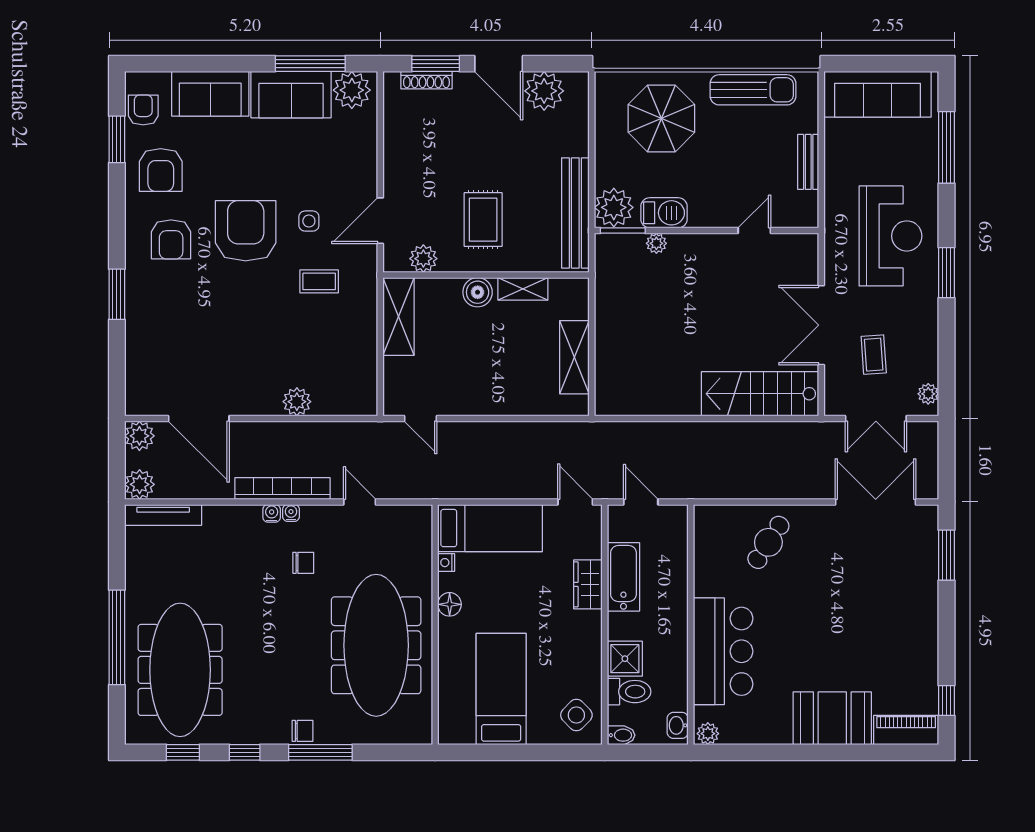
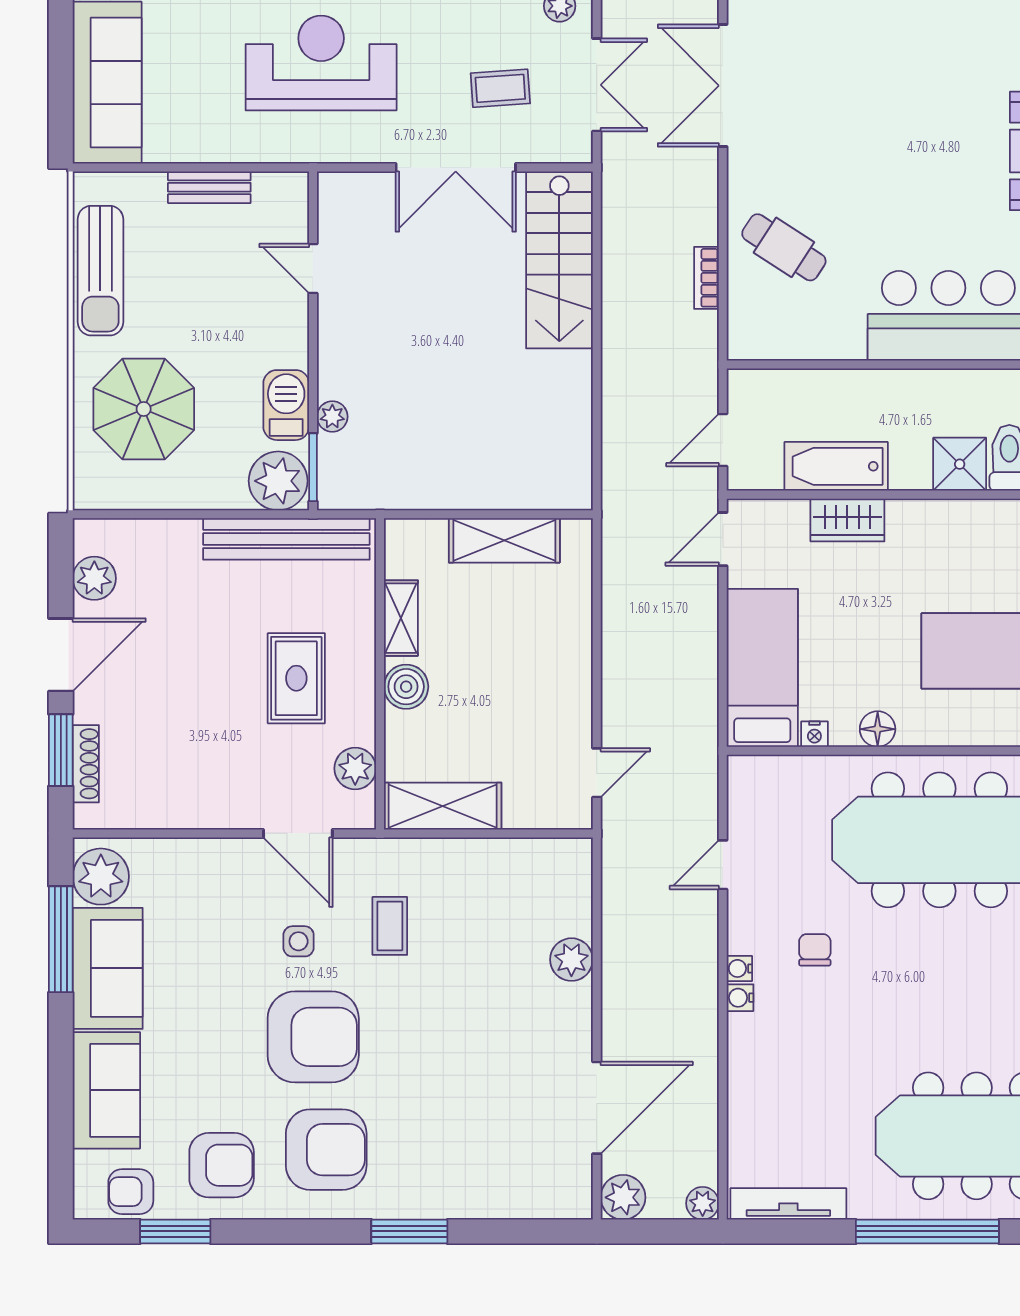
sun lounger: (753, 90) -> (100, 271), turned 180
plant: (544, 91) -> (94, 578), width x0.73, depth x0.73
rug: (483, 220) -> (296, 678), turned 90
armchair: (246, 231) -> (313, 1037), turned 180
armchair: (171, 239) -> (326, 1150), width x1.36, depth x1.36
plant: (140, 484) -> (703, 1203), width x0.73, depth x0.73
bookcase: (282, 489) -> (706, 278), moved, width x0.43, depth x0.76
tv unit: (163, 515) -> (788, 1204), moved, turned -90

